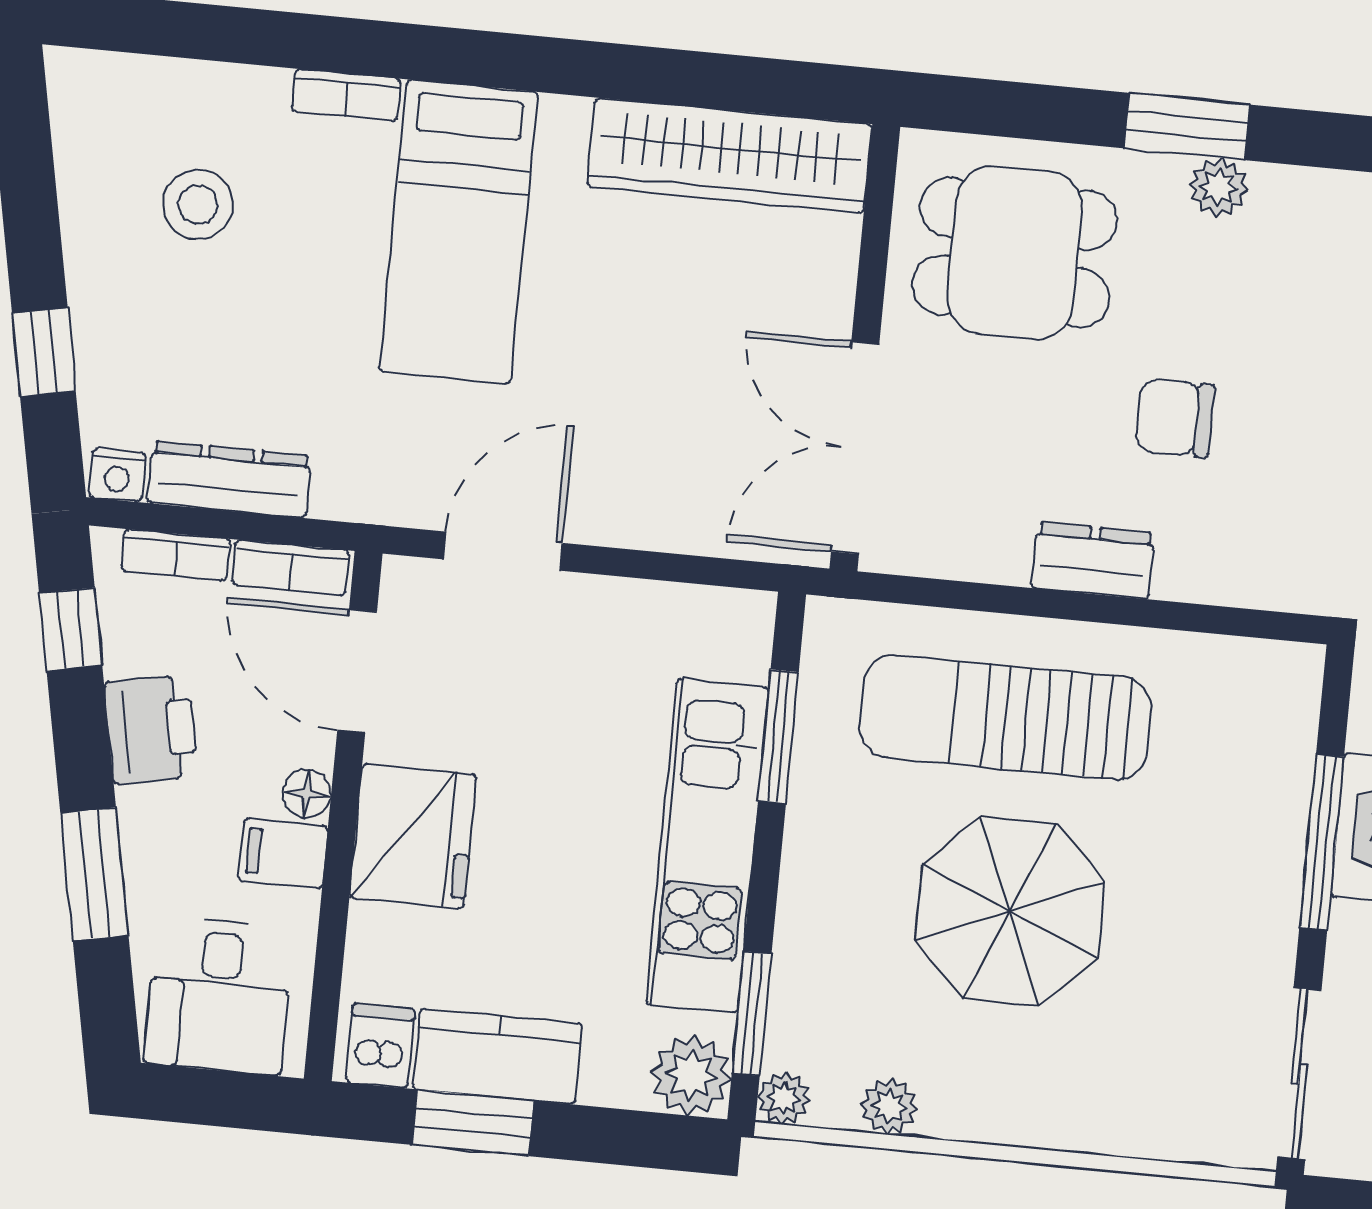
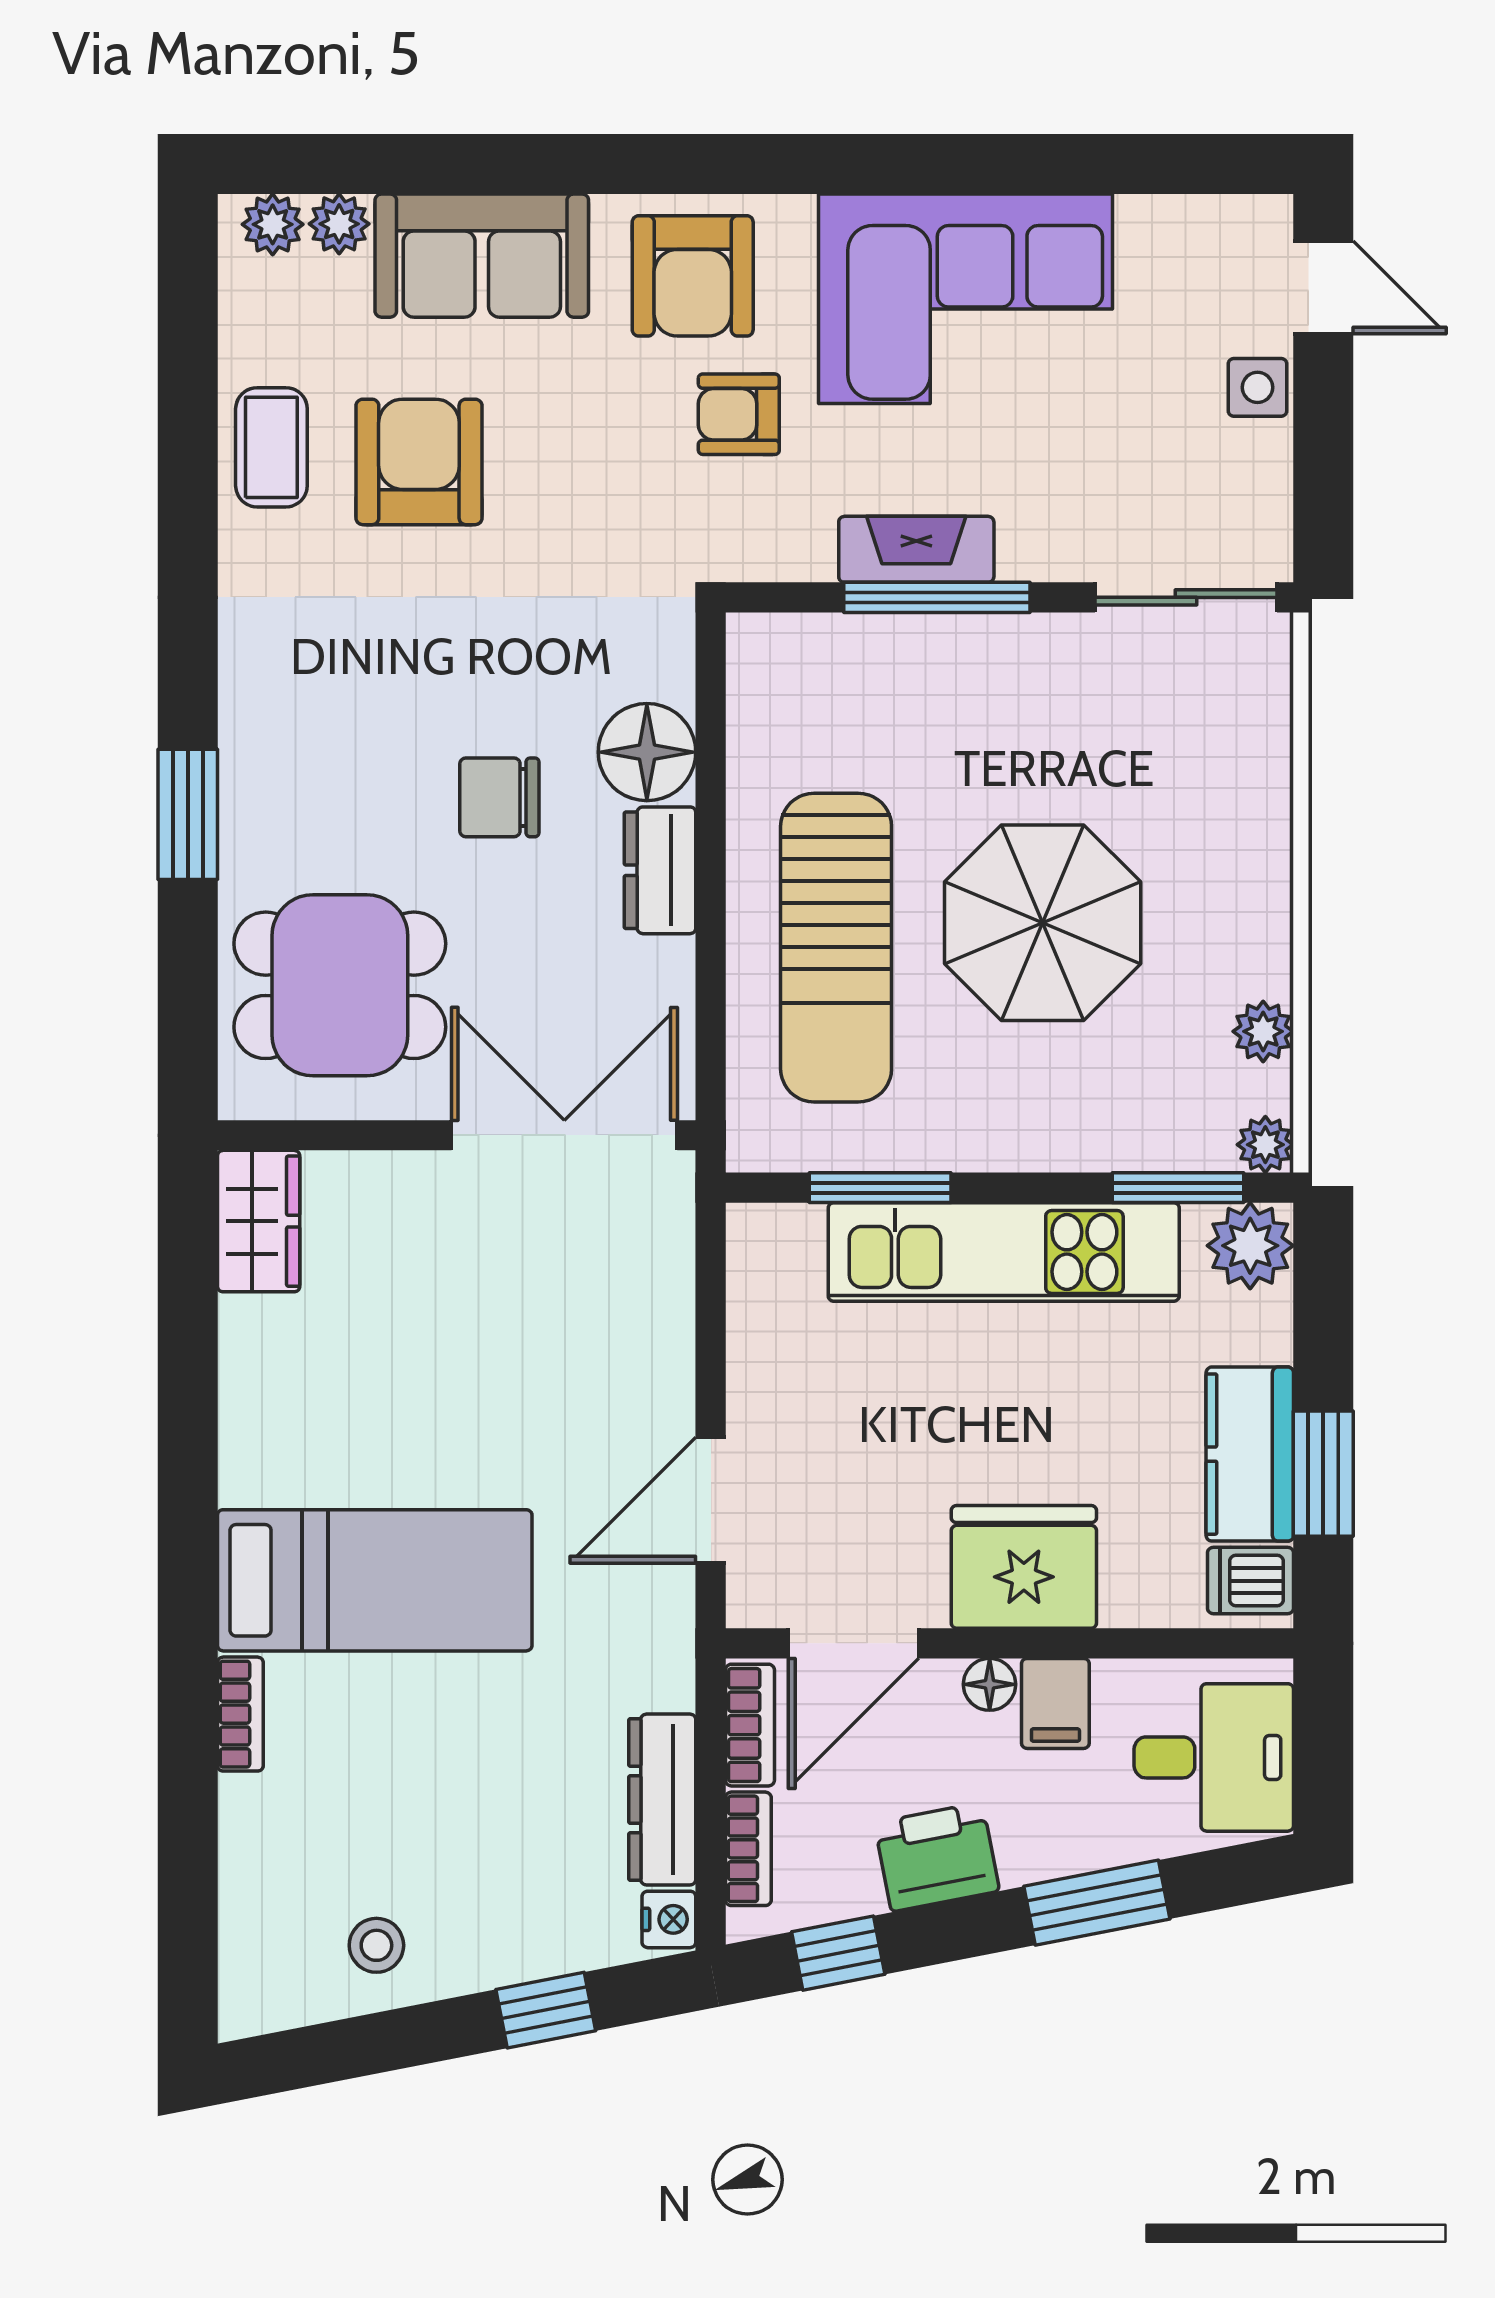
wardrobe: (730, 156) -> (259, 1221), width x0.48, depth x0.85
plant: (1218, 187) -> (249, 775), removed
stool: (198, 205) -> (376, 1945), moved, width x0.73, depth x0.73
dining table: (1015, 253) -> (340, 985), turned 90
chair: (1175, 418) -> (499, 797), turned 90
double door: (855, 448) -> (564, 1135), swing flipped
door: (503, 551) -> (711, 1500), hinge flipped
floor lamp: (1204, 559) -> (647, 752), added

